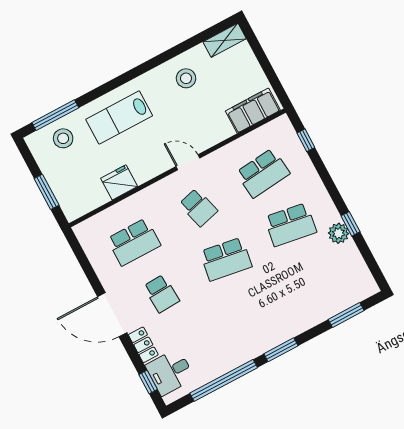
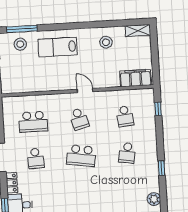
school desk: (263, 173) -> (125, 116), width x0.54
fridge: (119, 182) -> (41, 84), removed
school desk: (290, 225) -> (127, 153), width x0.54
plant: (338, 233) -> (154, 199), moved

